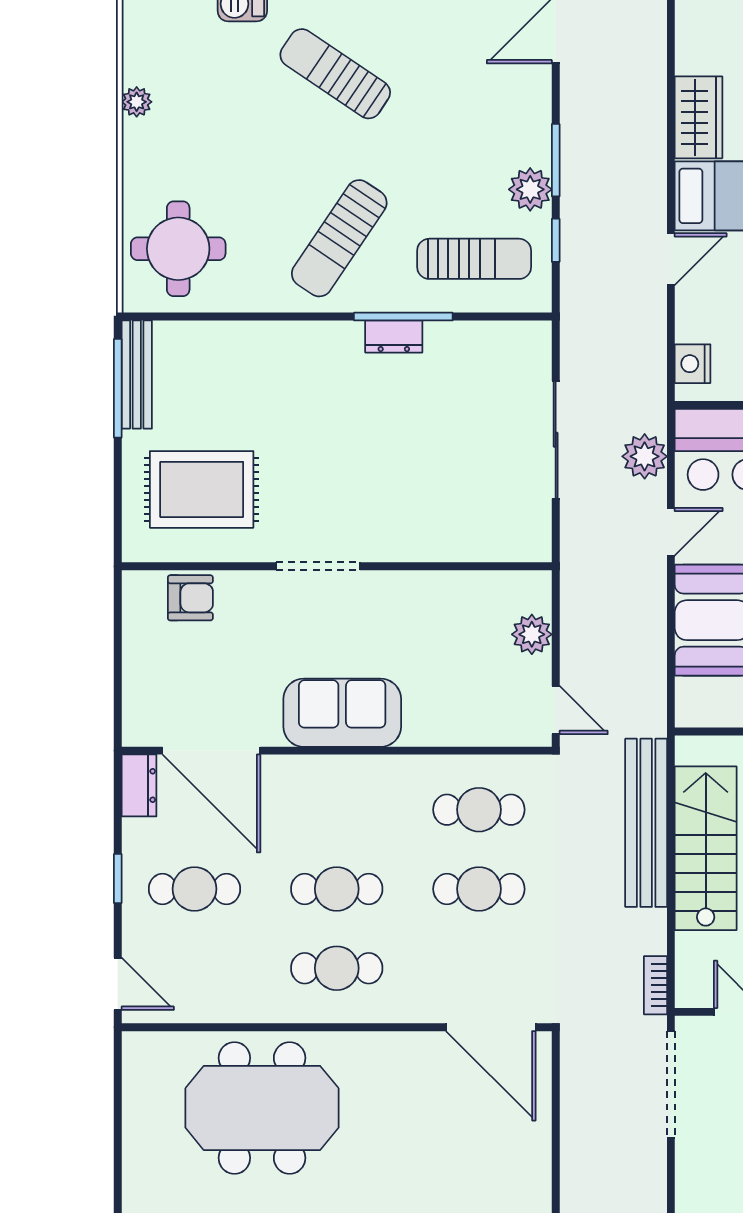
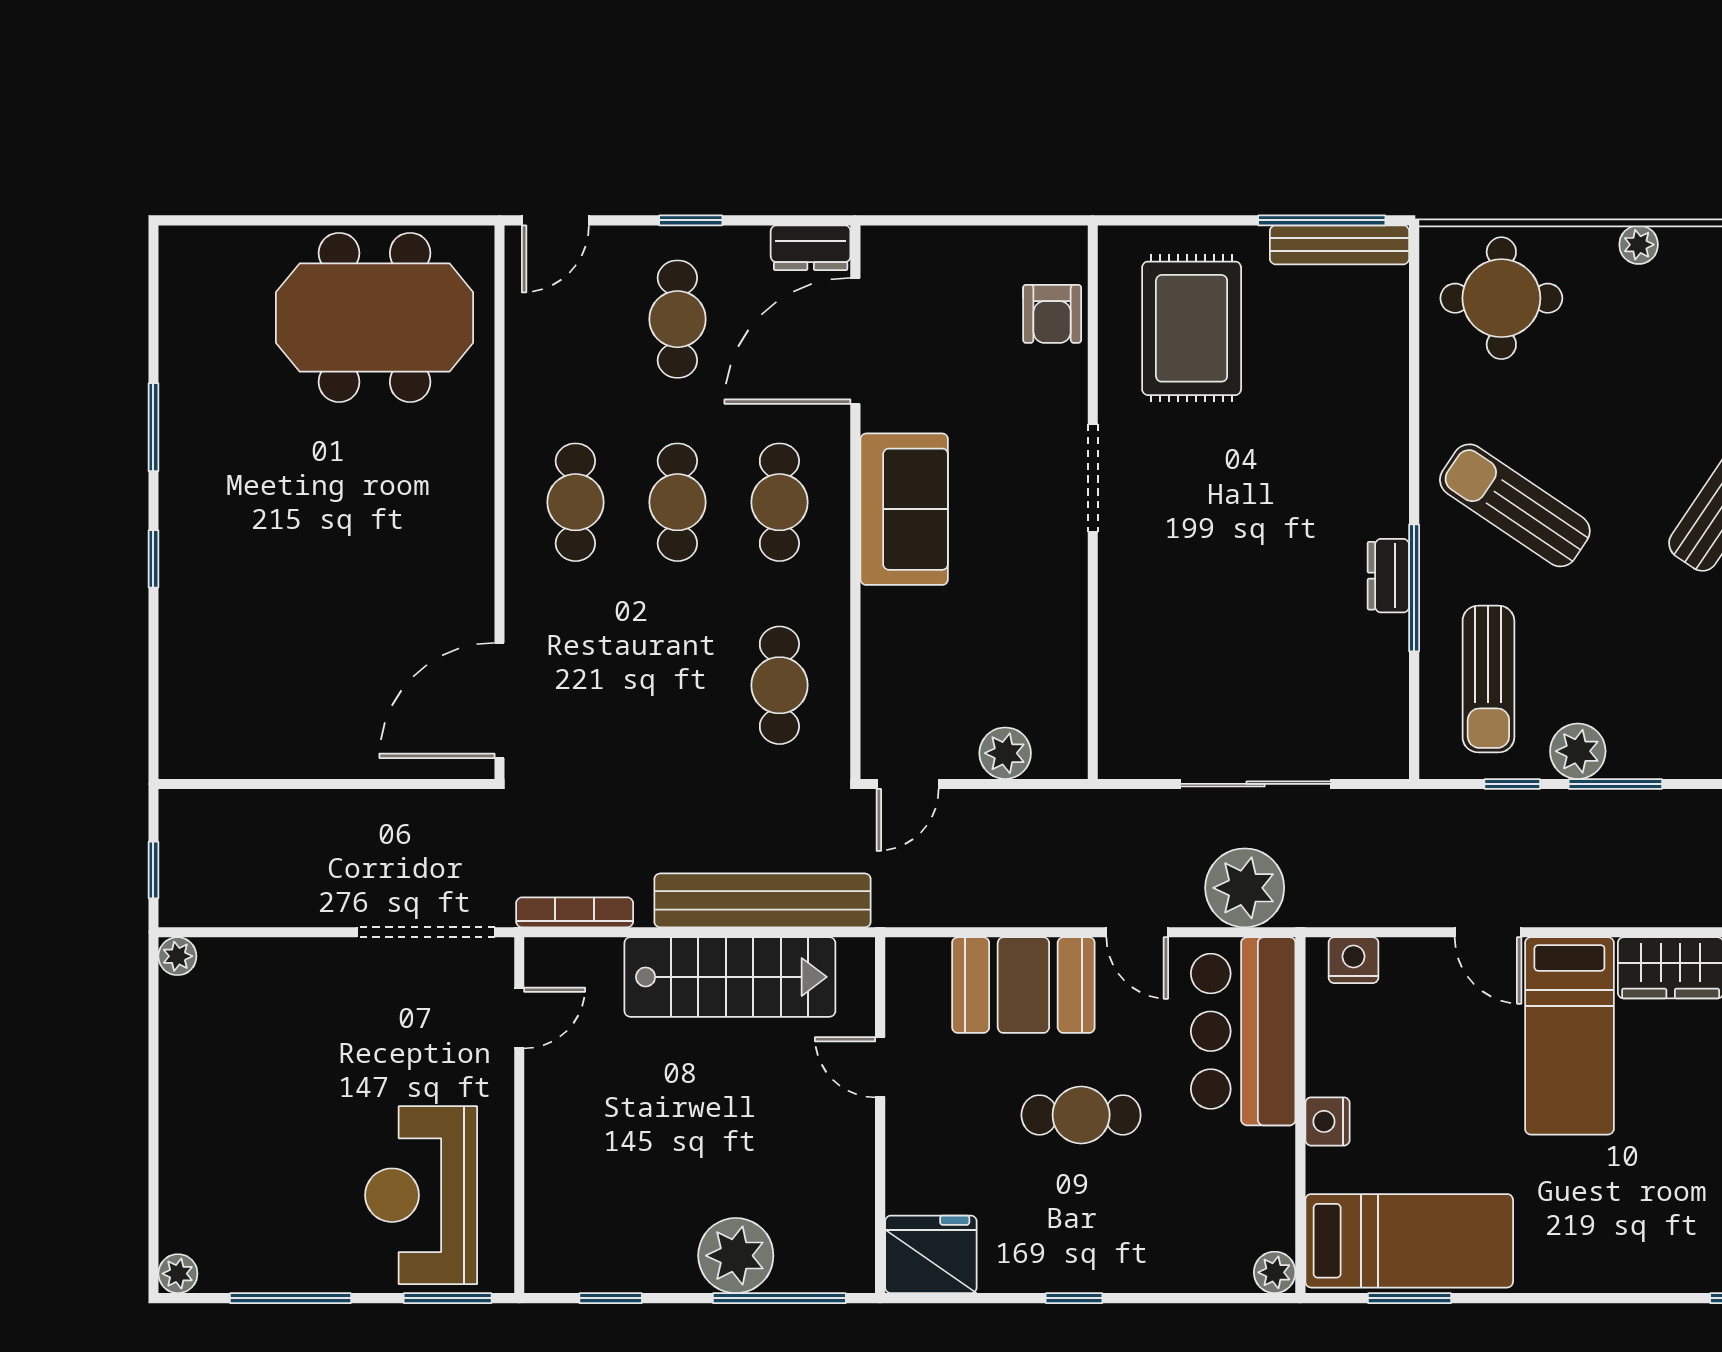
plant: (137, 102) -> (1639, 245), moved
plant: (645, 456) -> (1245, 888), width x1.36, depth x1.36
cafe table: (479, 889) -> (779, 502), moved
bookcase: (655, 985) -> (575, 912), width x1.56
meeting table: (262, 1108) -> (375, 317), moved, turned 90

